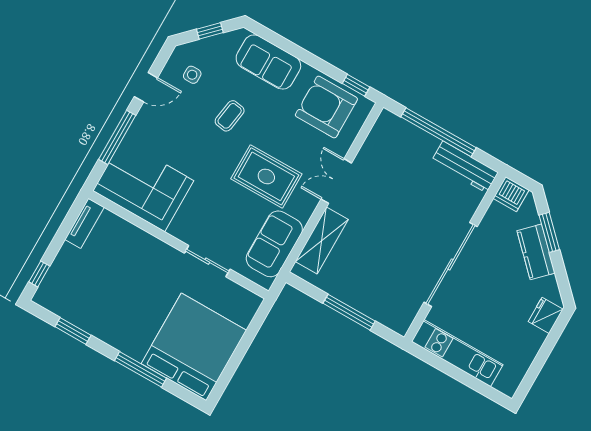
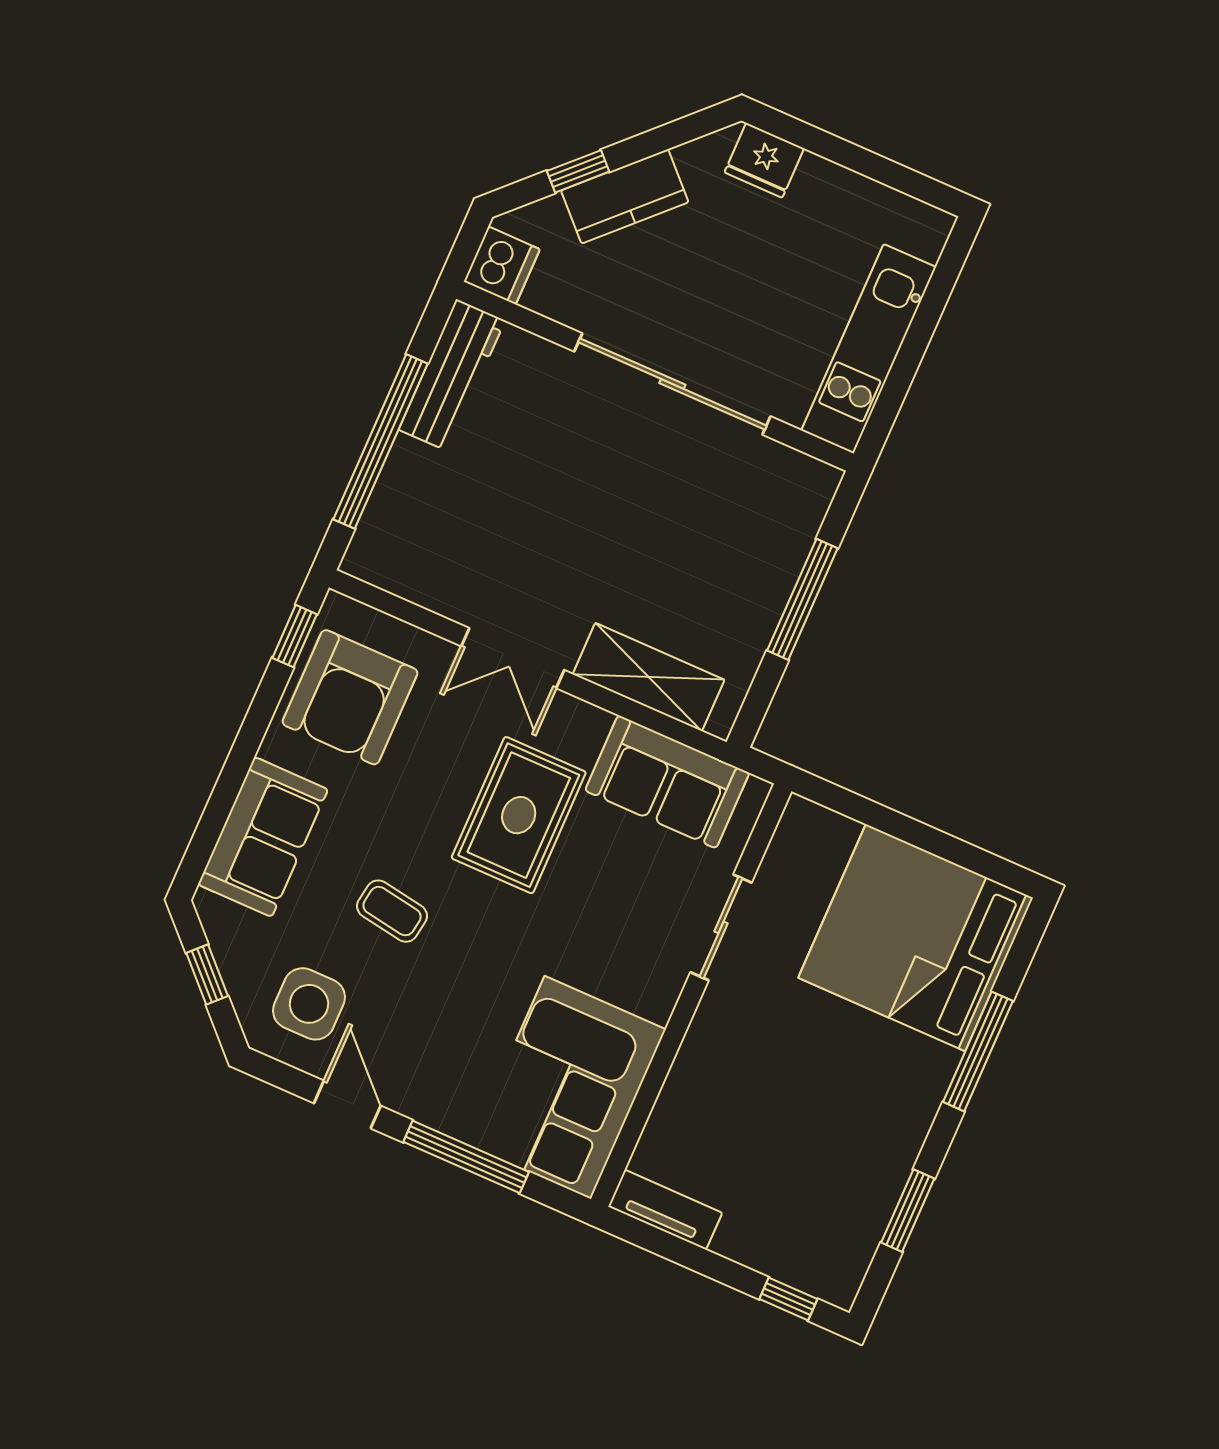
side table: (192, 75) -> (309, 1004), width x1.87, depth x1.87
window: (549, 232) -> (578, 171), width x0.67

